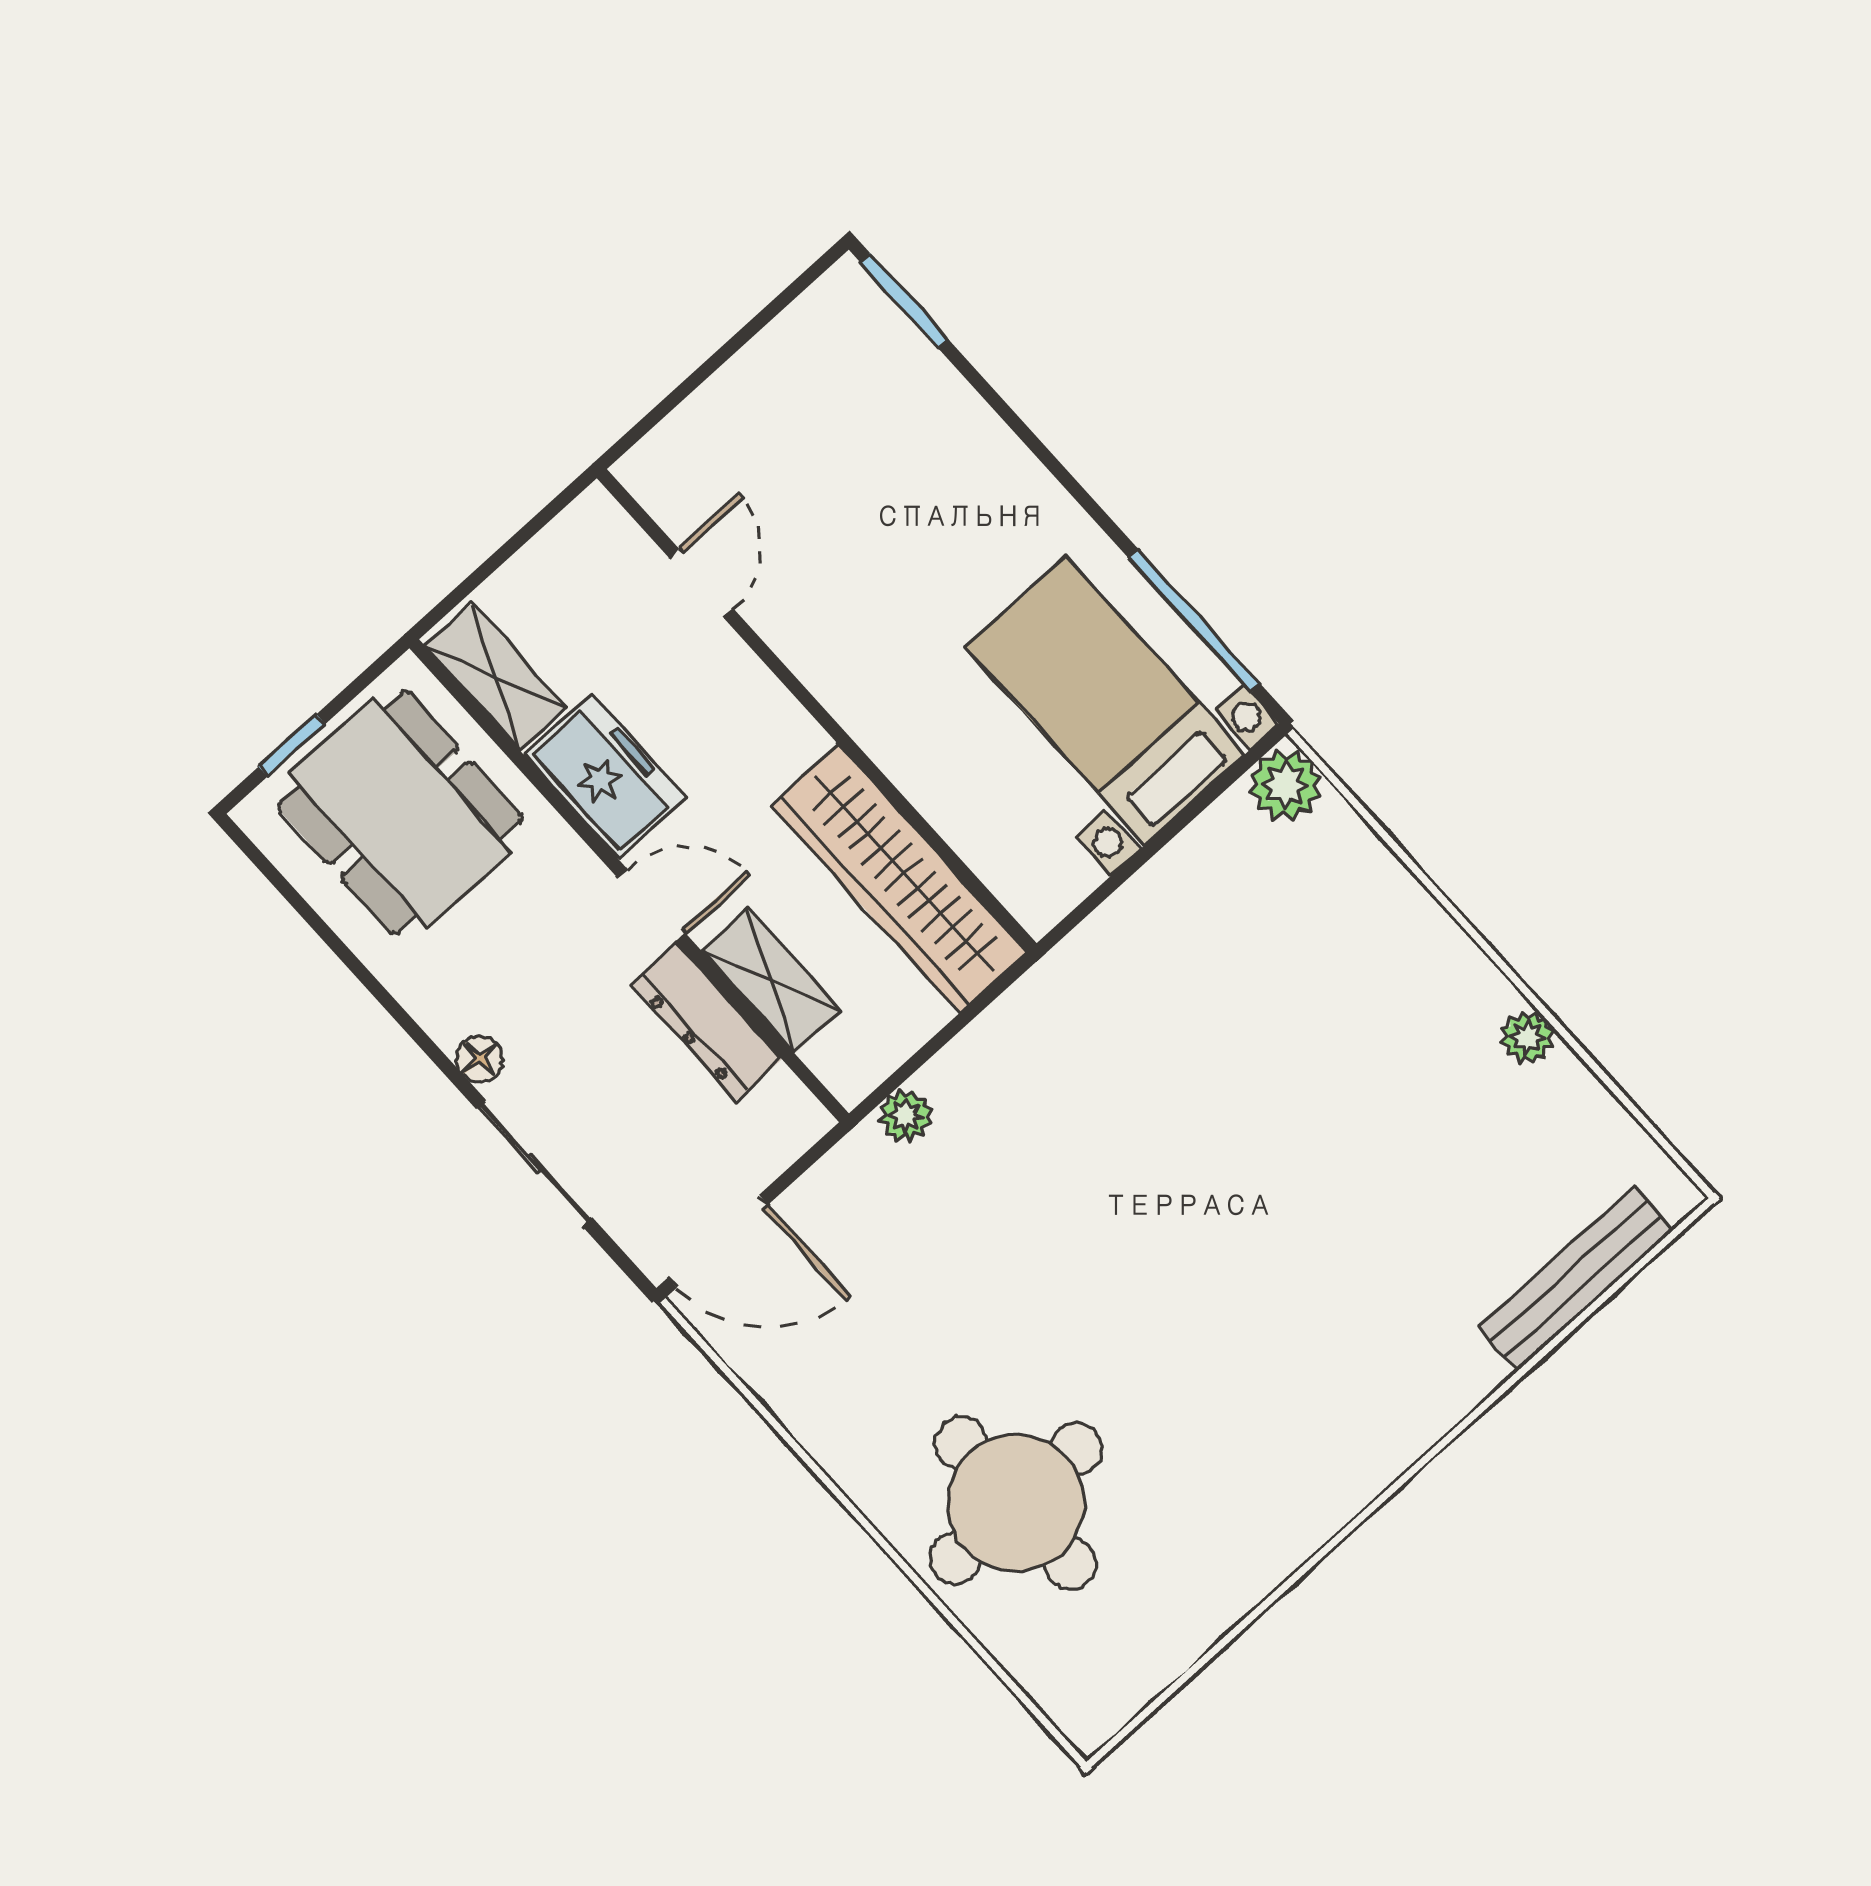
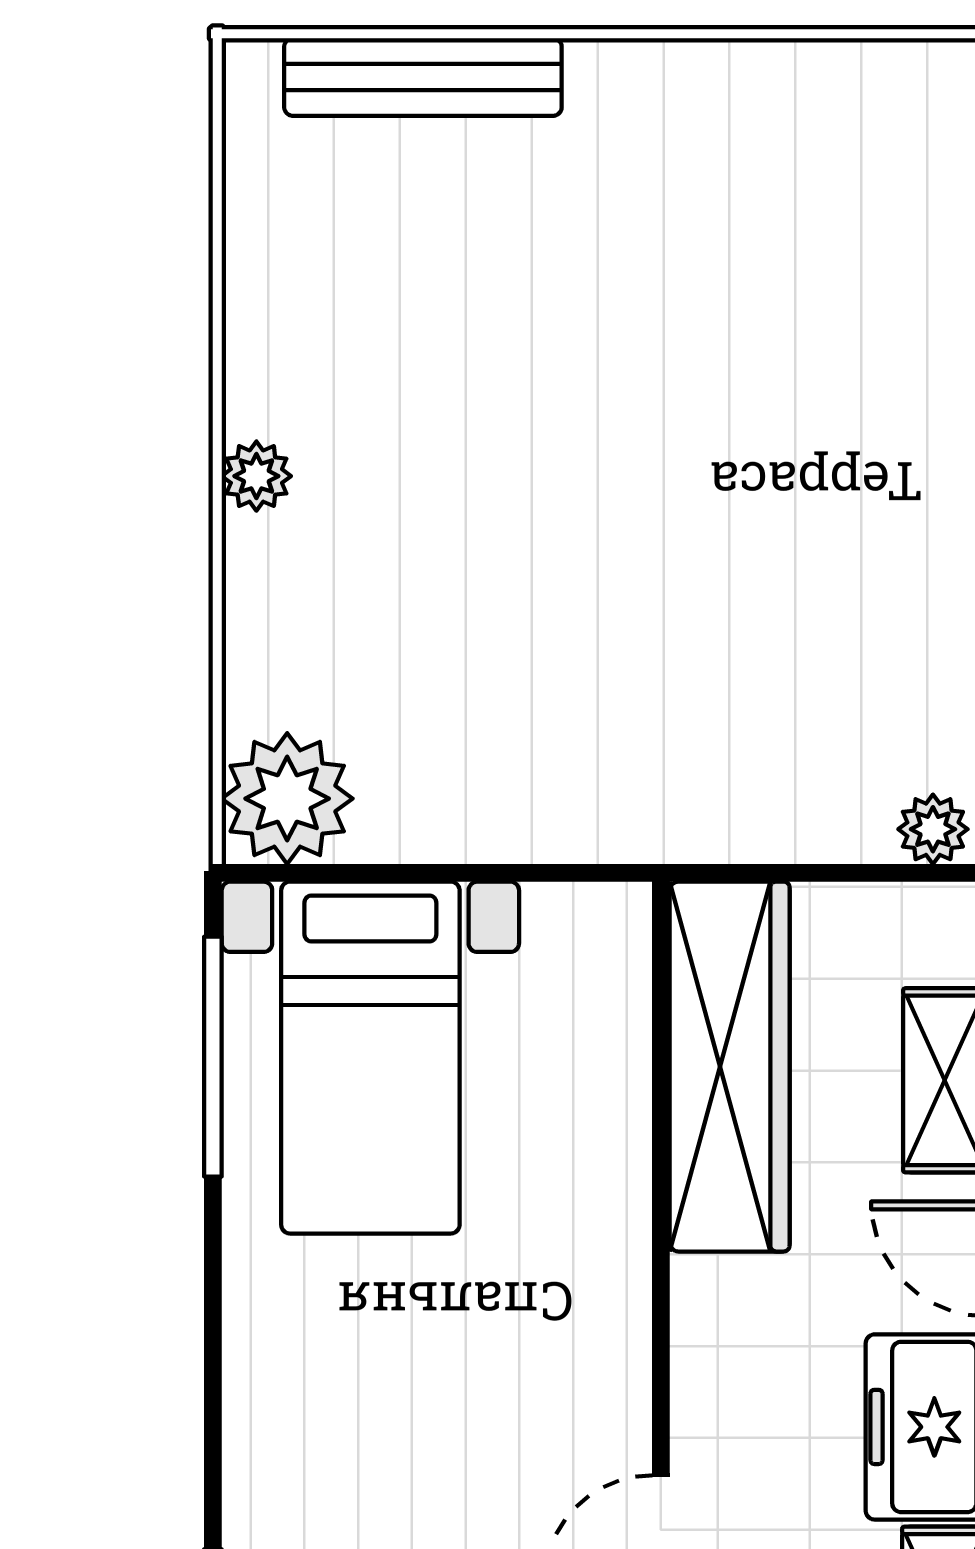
plant: (1285, 785) -> (287, 799), width x1.36, depth x1.36
plant: (1527, 1037) -> (256, 476), moved

